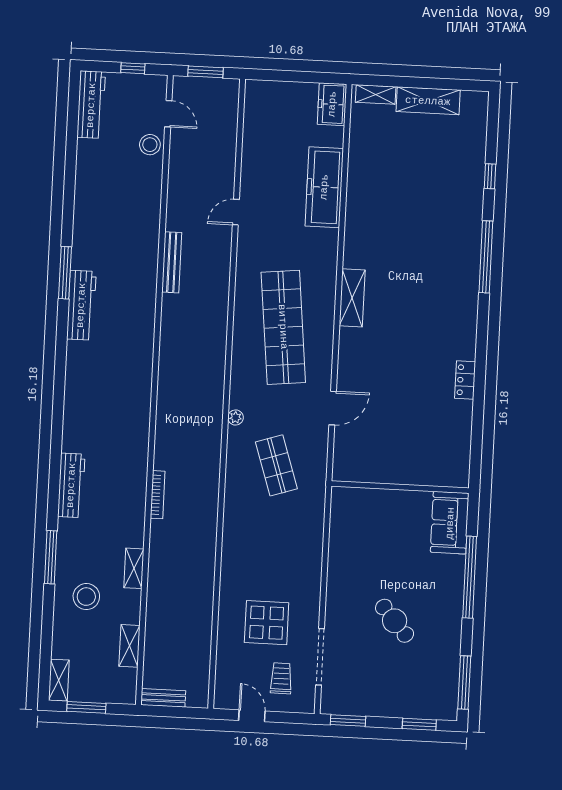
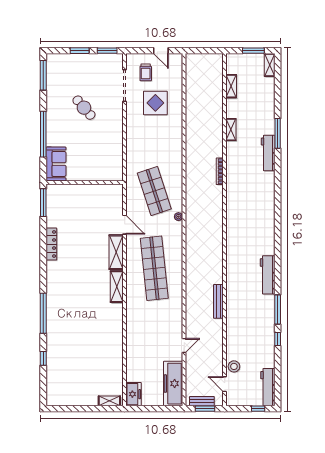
window: (133, 68) -> (258, 409), moved
shelving: (428, 101) -> (116, 252), moved, turned 90
freezer: (324, 187) -> (173, 384), moved, turned 180
window: (69, 190) -> (278, 339), added
door: (236, 212) -> (184, 346), moved
window: (65, 273) -> (278, 309), moved
locker: (465, 380) -> (51, 244), width x1.53
door: (333, 408) -> (125, 225), swing flipped
window: (476, 455) -> (43, 203), added
shop shelf: (276, 465) -> (154, 191), width x1.43, depth x1.36
workbench: (71, 485) -> (268, 153), moved
stool: (86, 597) -> (257, 112), removed
bench: (163, 698) -> (202, 401), moved
window: (419, 724) -> (80, 51), moved

